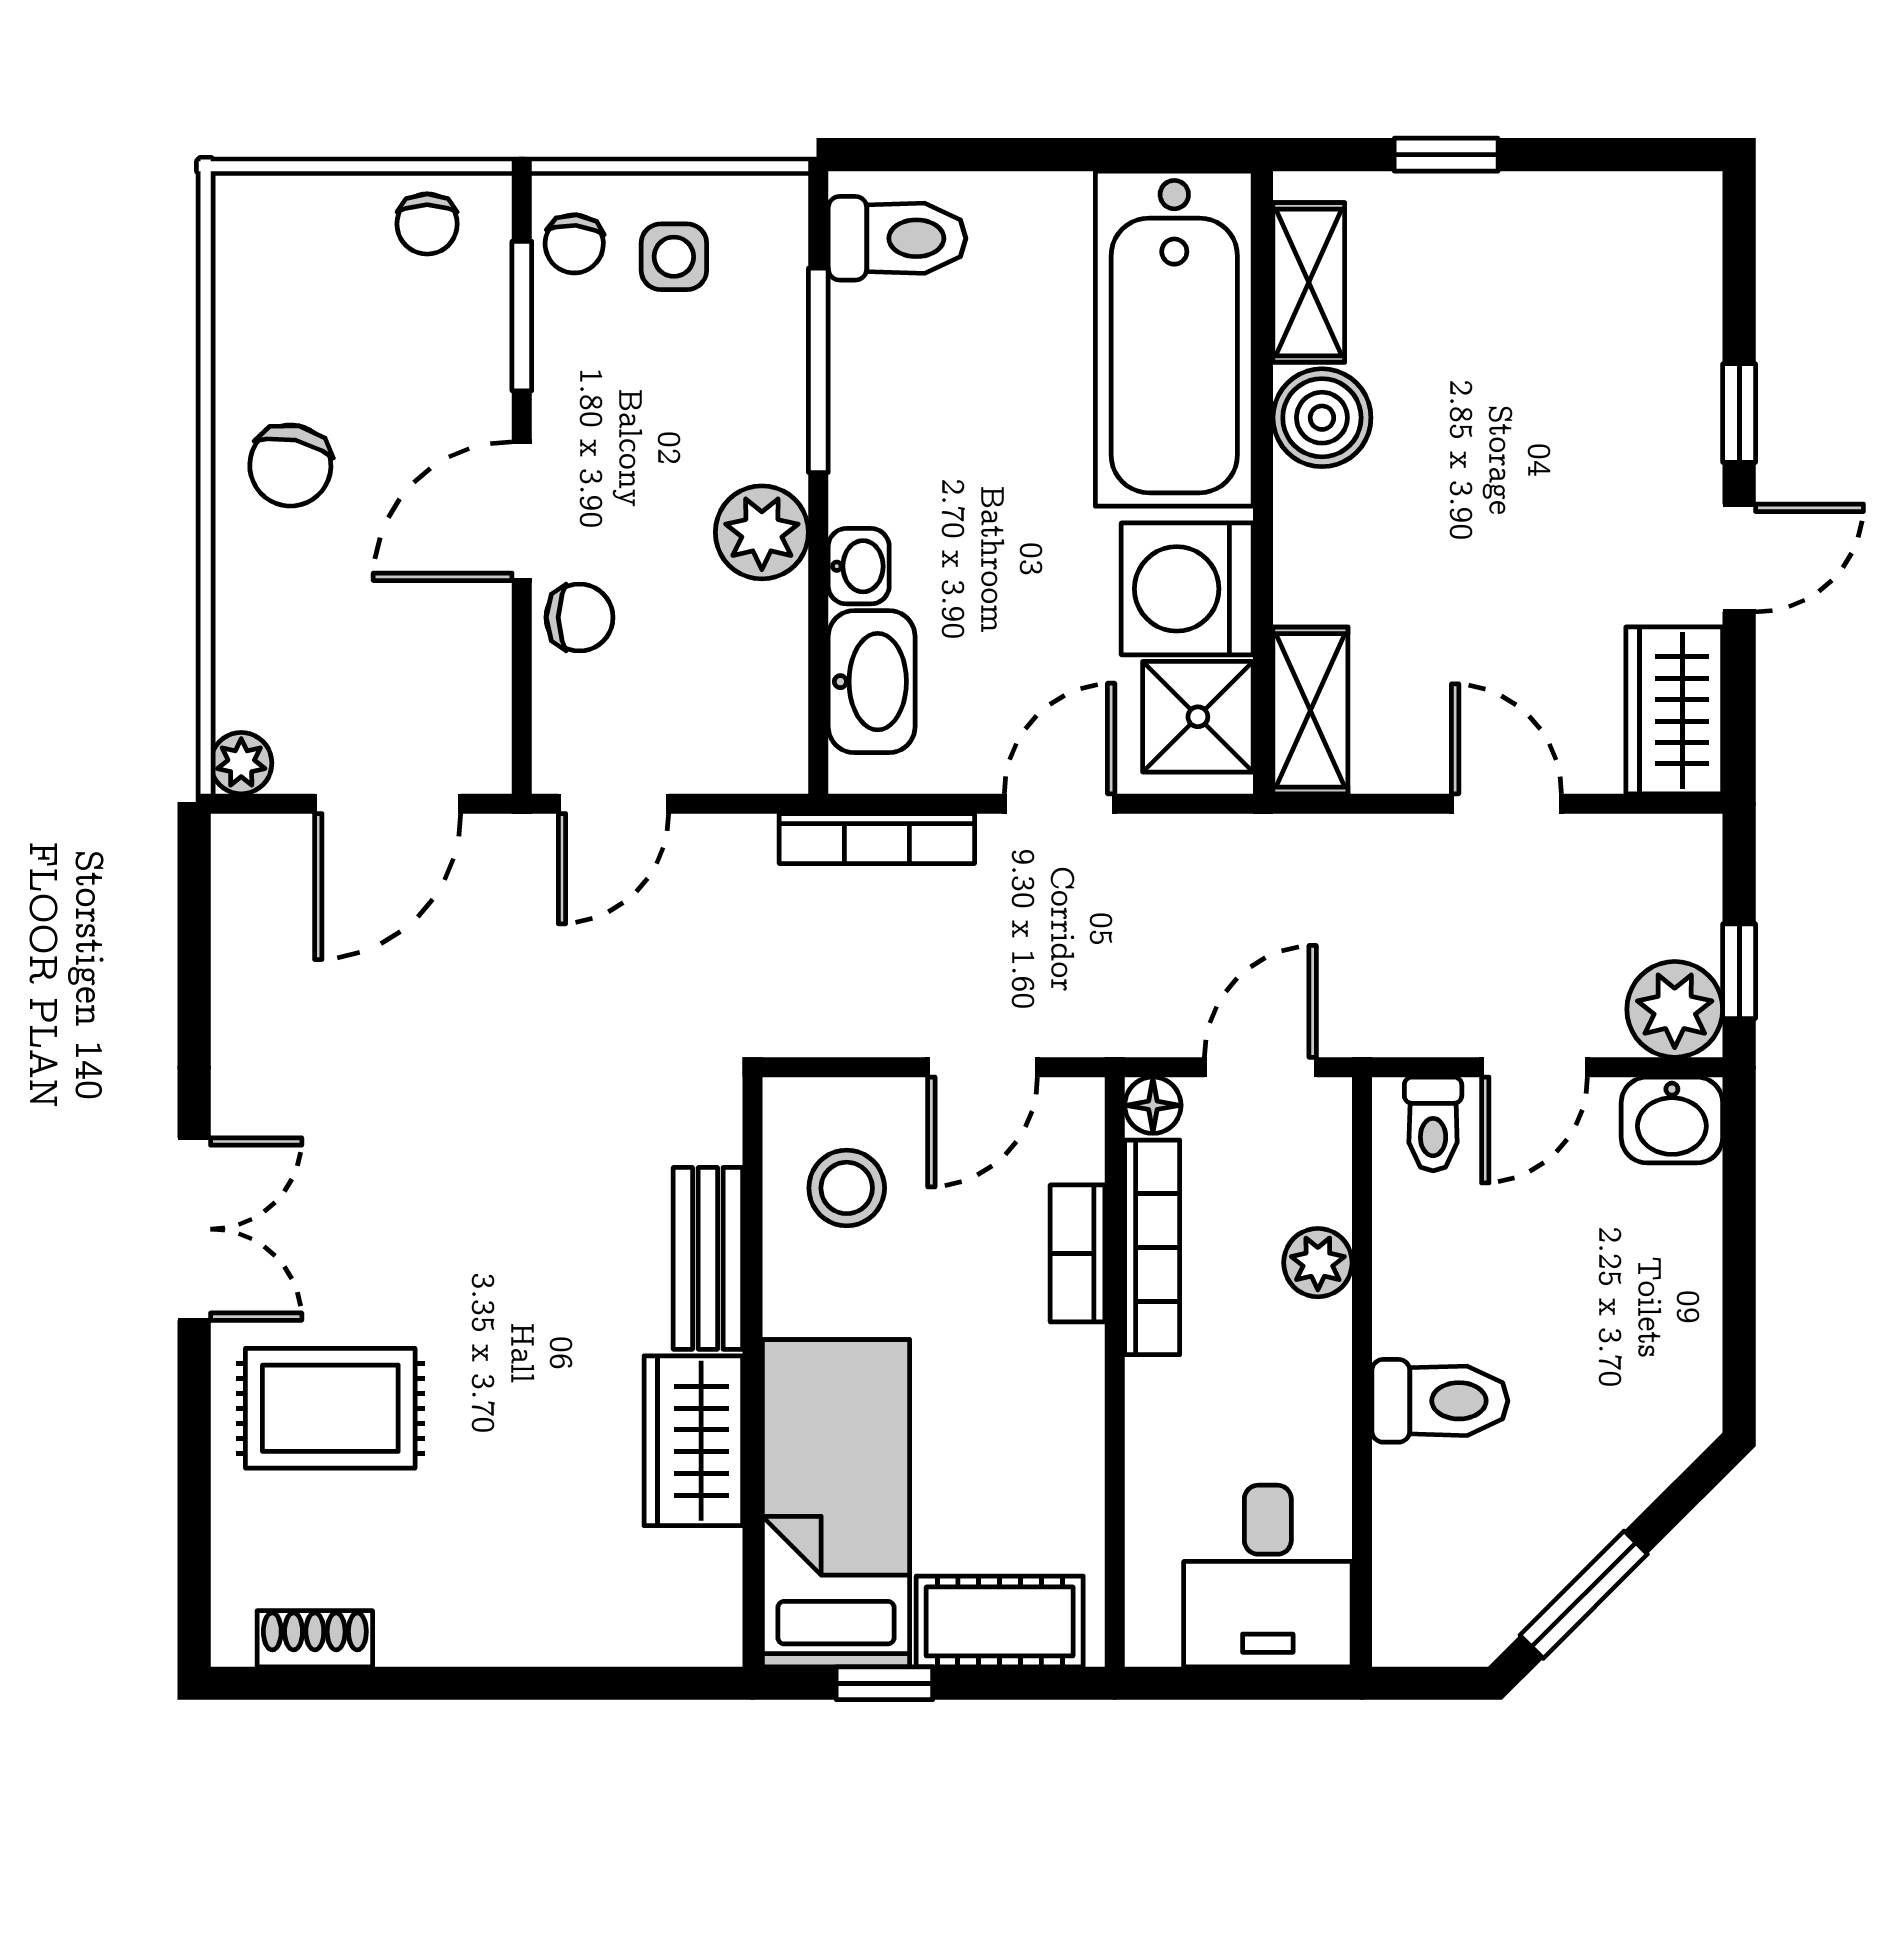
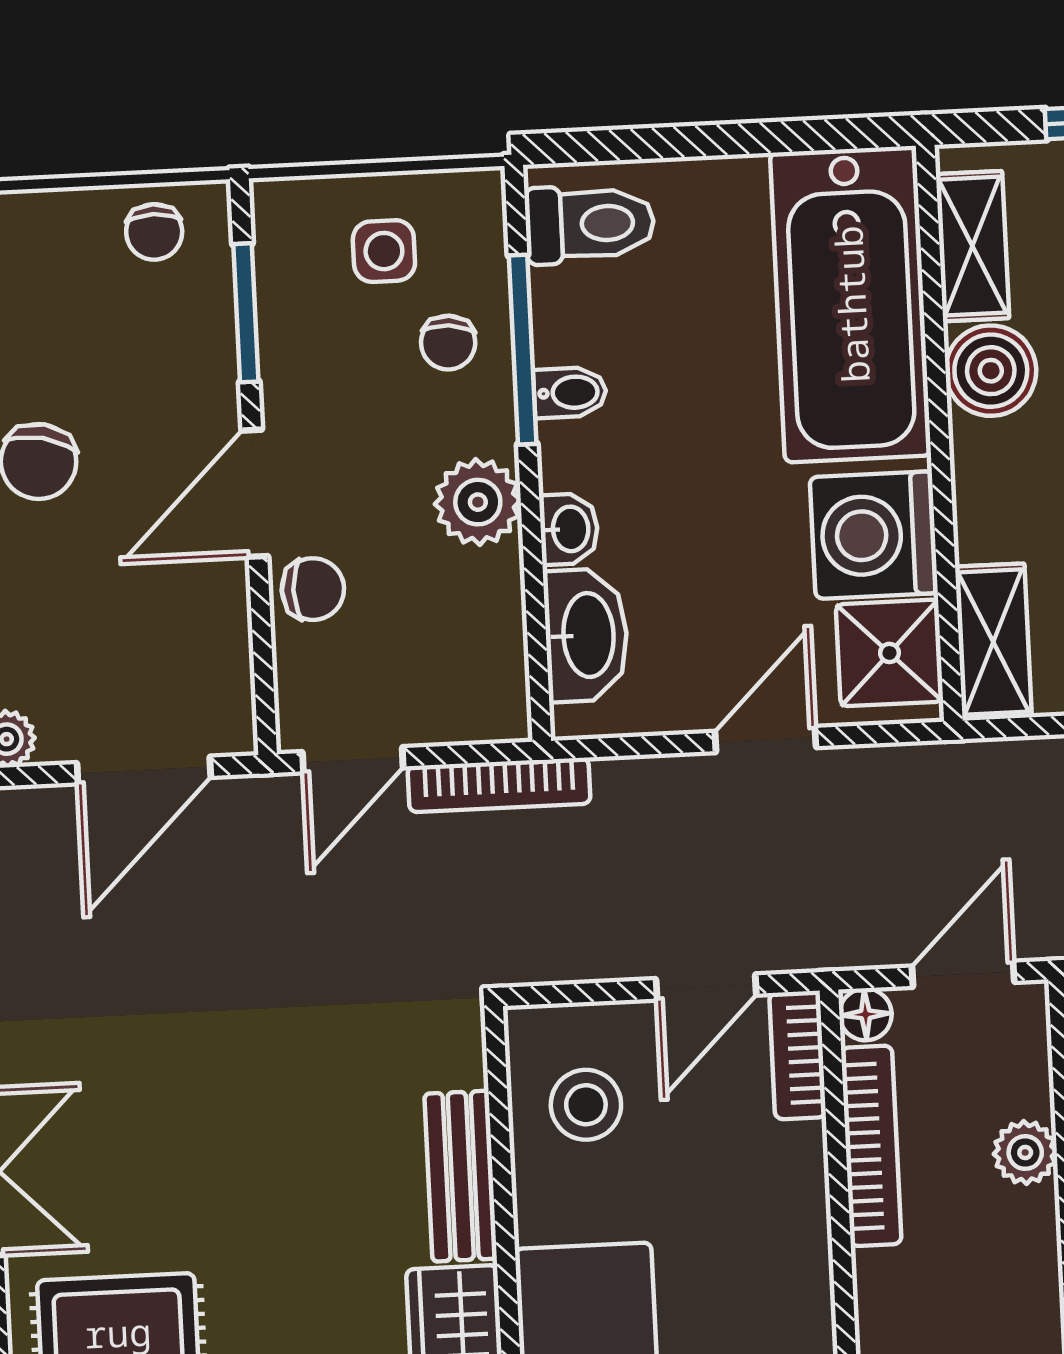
chair: (574, 244) -> (448, 343), moved
bidet: (867, 419) -> (570, 392), added
bookcase: (877, 839) -> (499, 785), moved
bookcase: (1078, 1253) -> (798, 1055), moved

